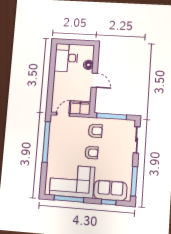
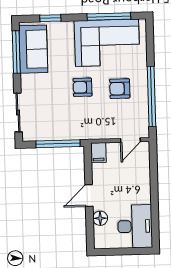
door: (94, 80) -> (89, 195), hinge flipped
filing cabinet: (80, 108) -> (98, 153), width x0.50
armchair: (95, 131) -> (120, 89), moved
sofa: (110, 190) -> (33, 49), moved, turned -90

